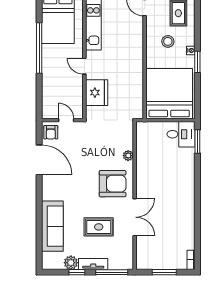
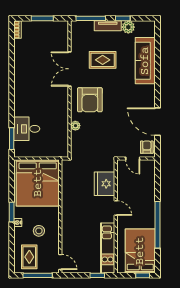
desk: (181, 134) -> (27, 129), moved
armchair: (113, 184) -> (90, 100), turned -90

